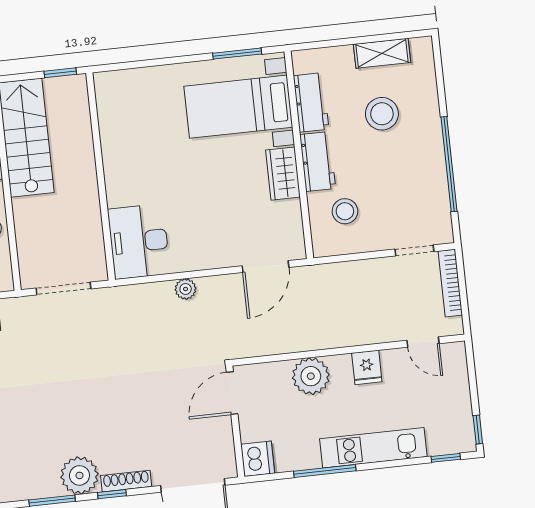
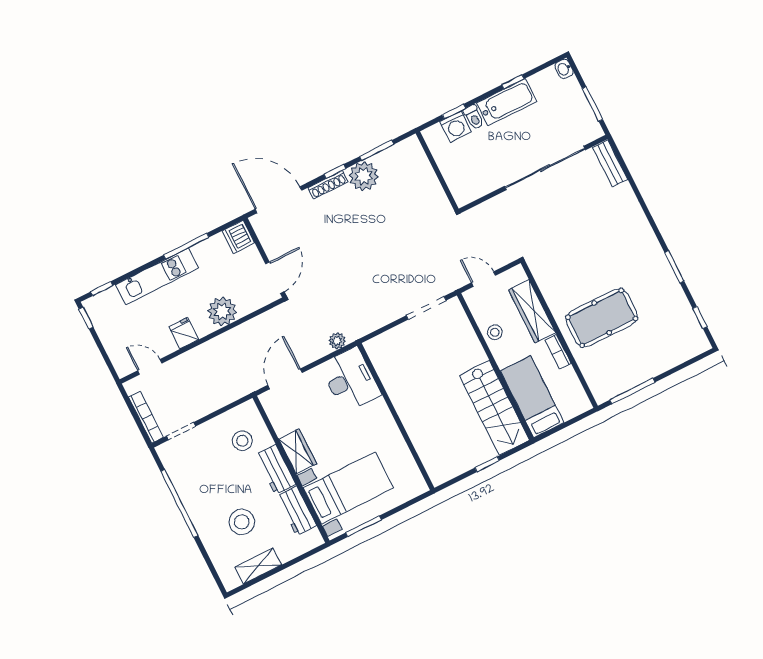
wall: (101, 176) -> (396, 417), moved
desk: (139, 241) -> (350, 380), moved

